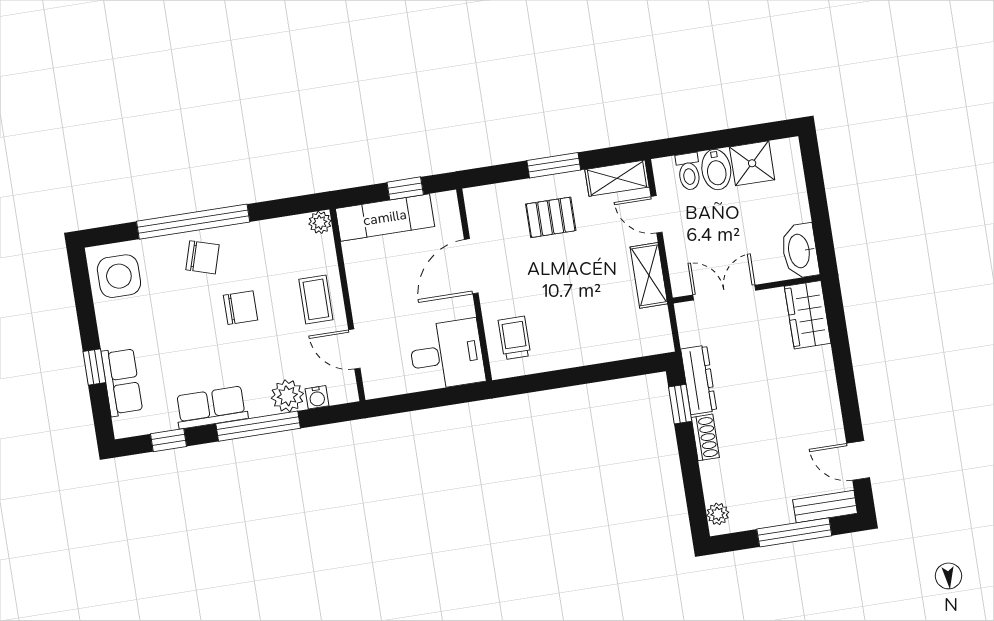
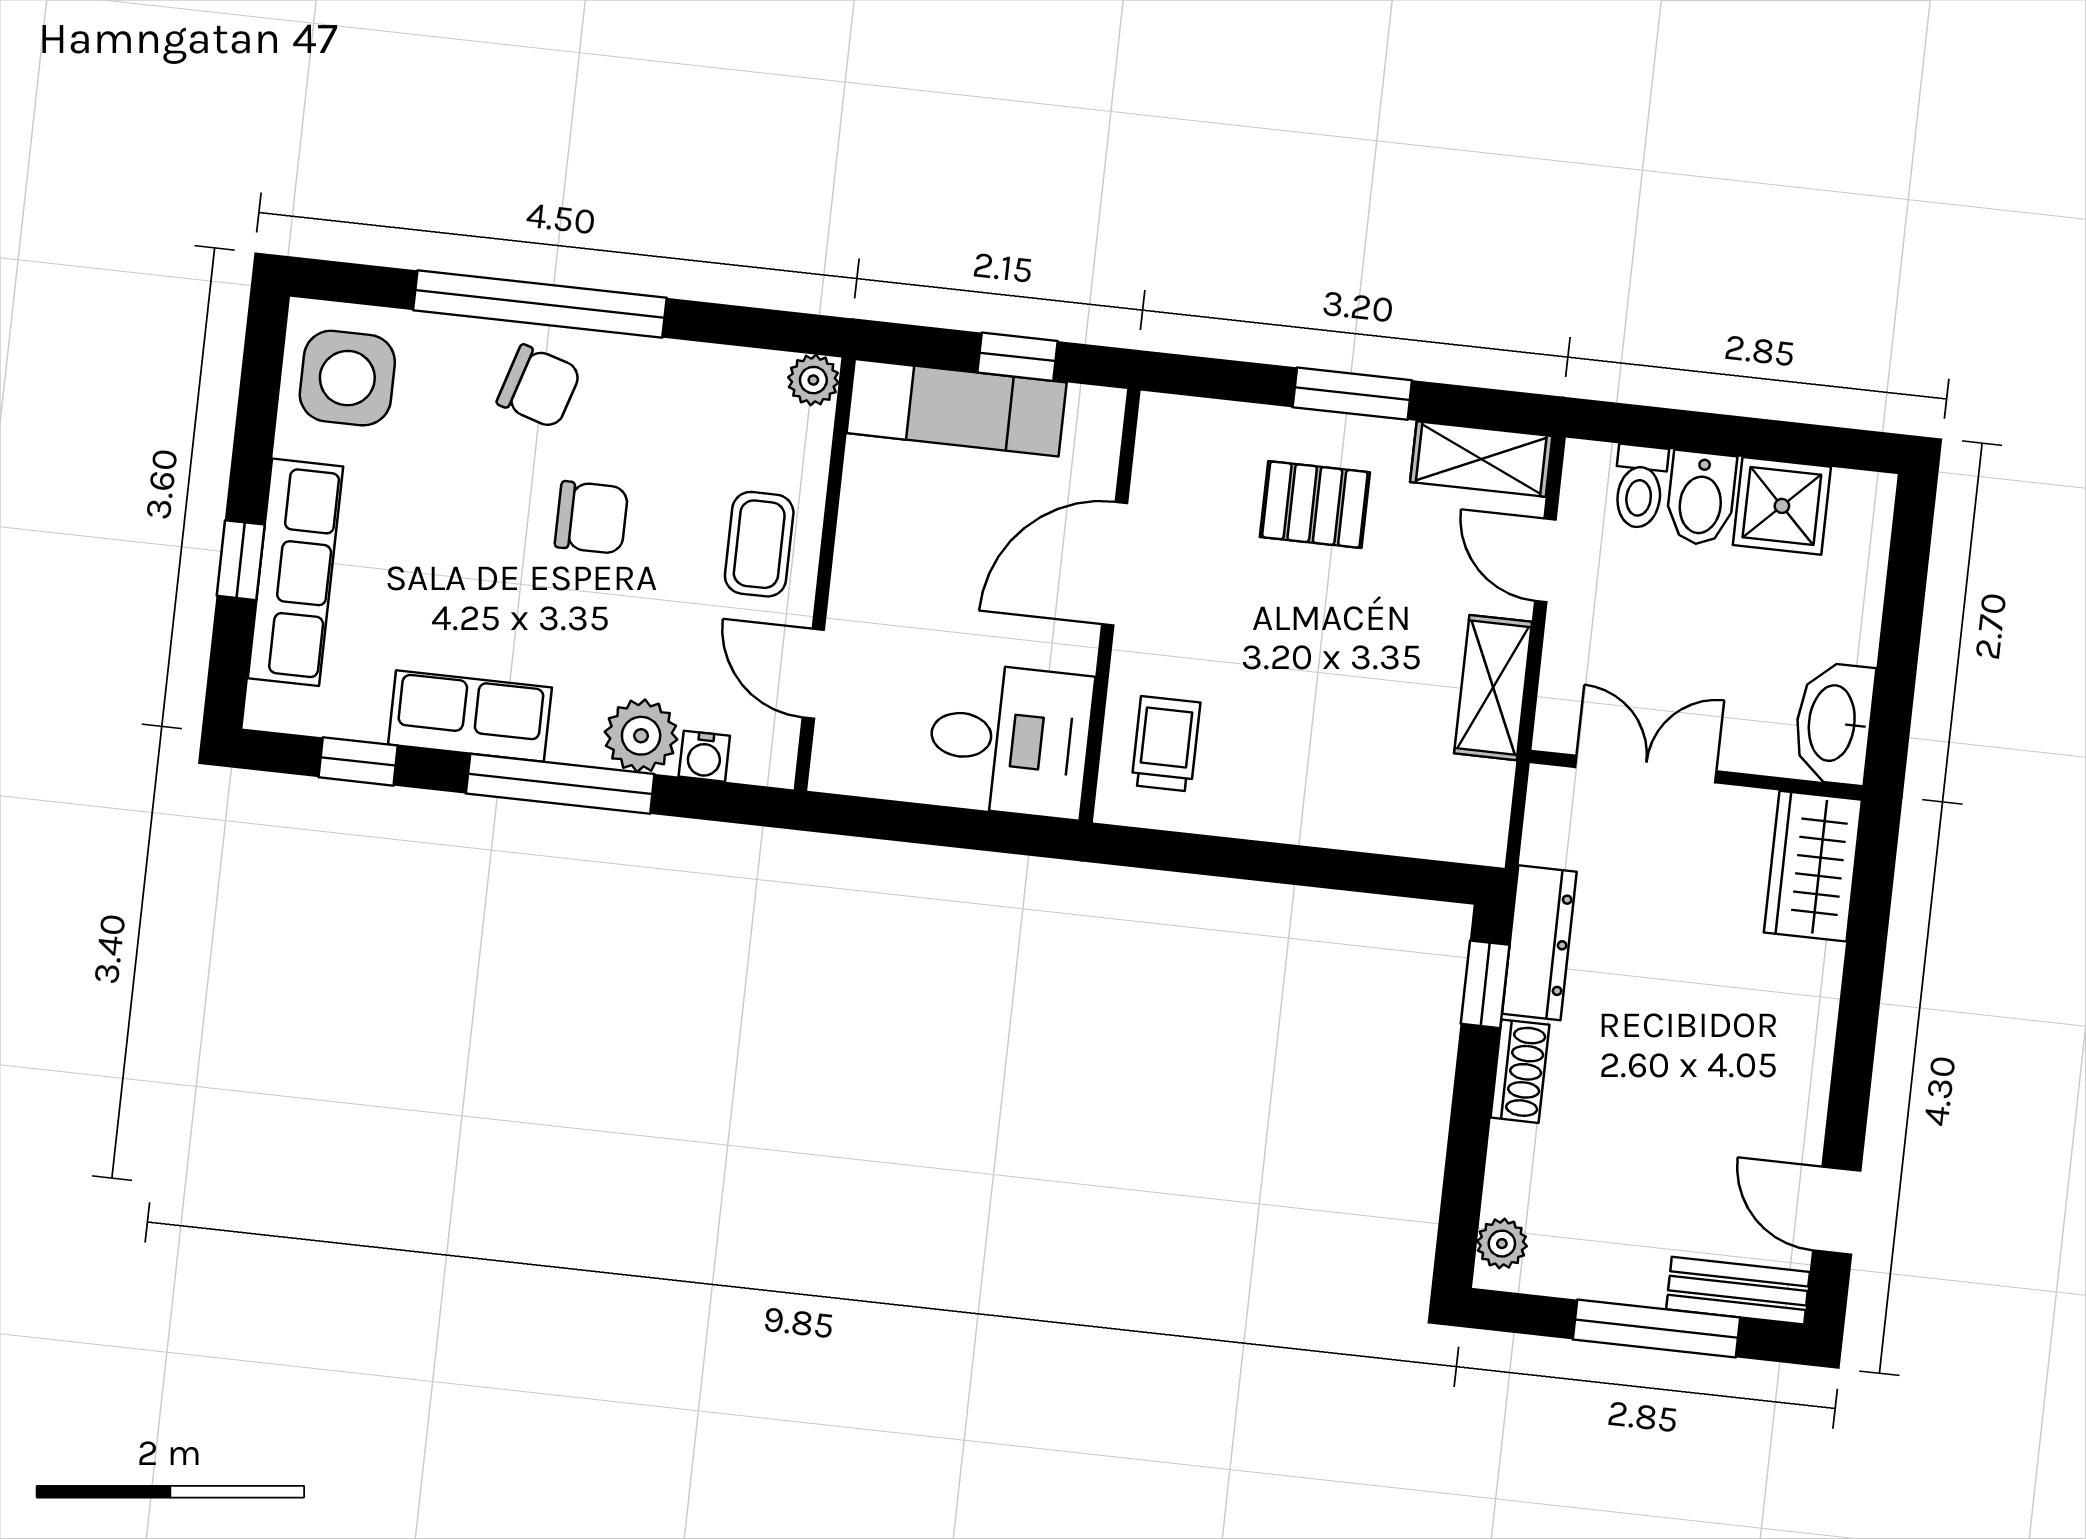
row of seats: (122, 382) -> (296, 572), width x1.48

